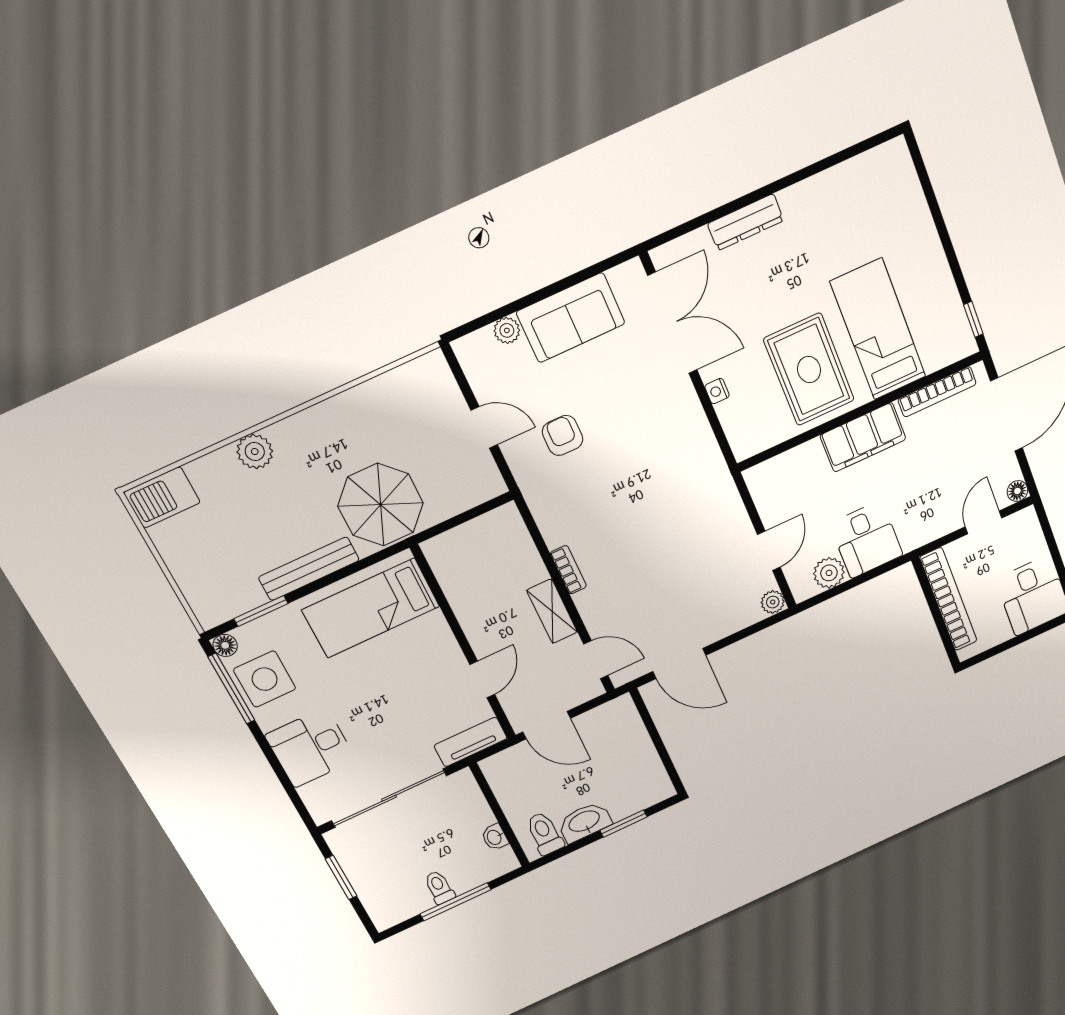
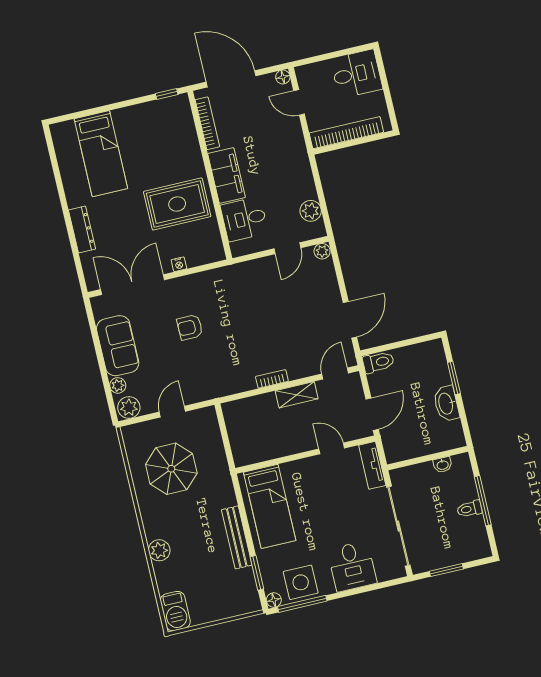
bed: (878, 329) -> (101, 154), moved, turned -90
plant: (475, 356) -> (129, 408), added
armchair: (563, 435) -> (190, 327), moved
parasol: (381, 505) -> (171, 469), moved
desk: (866, 539) -> (244, 219), moved, turned 180
door: (769, 551) -> (287, 248), swing flipped
toilet: (545, 833) -> (378, 362), moved, turned 180

